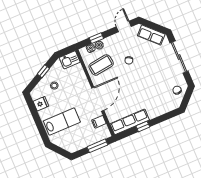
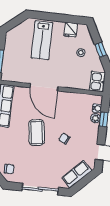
coffee table: (101, 65) -> (36, 133), moved
filing cabinet: (99, 122) -> (21, 76), removed

